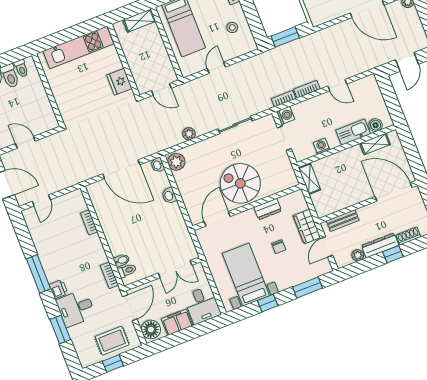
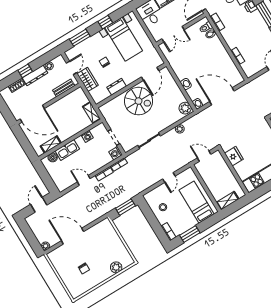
double door: (175, 269) -> (173, 34), swing flipped

